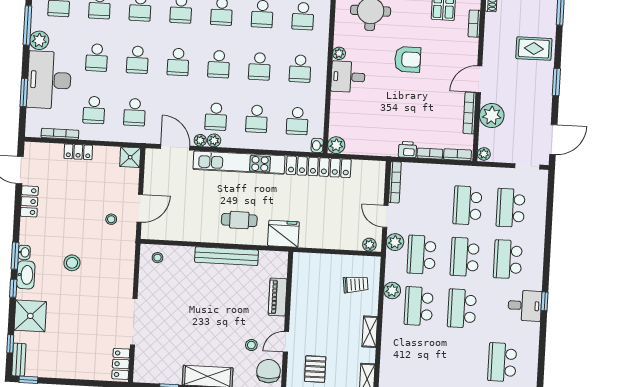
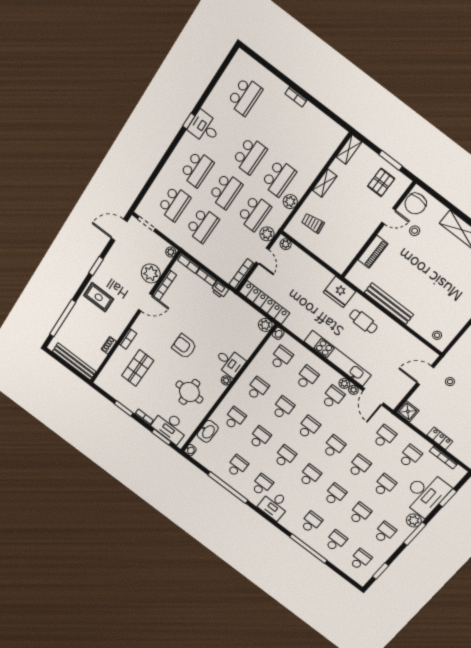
locker: (319, 167) -> (264, 302), moved

